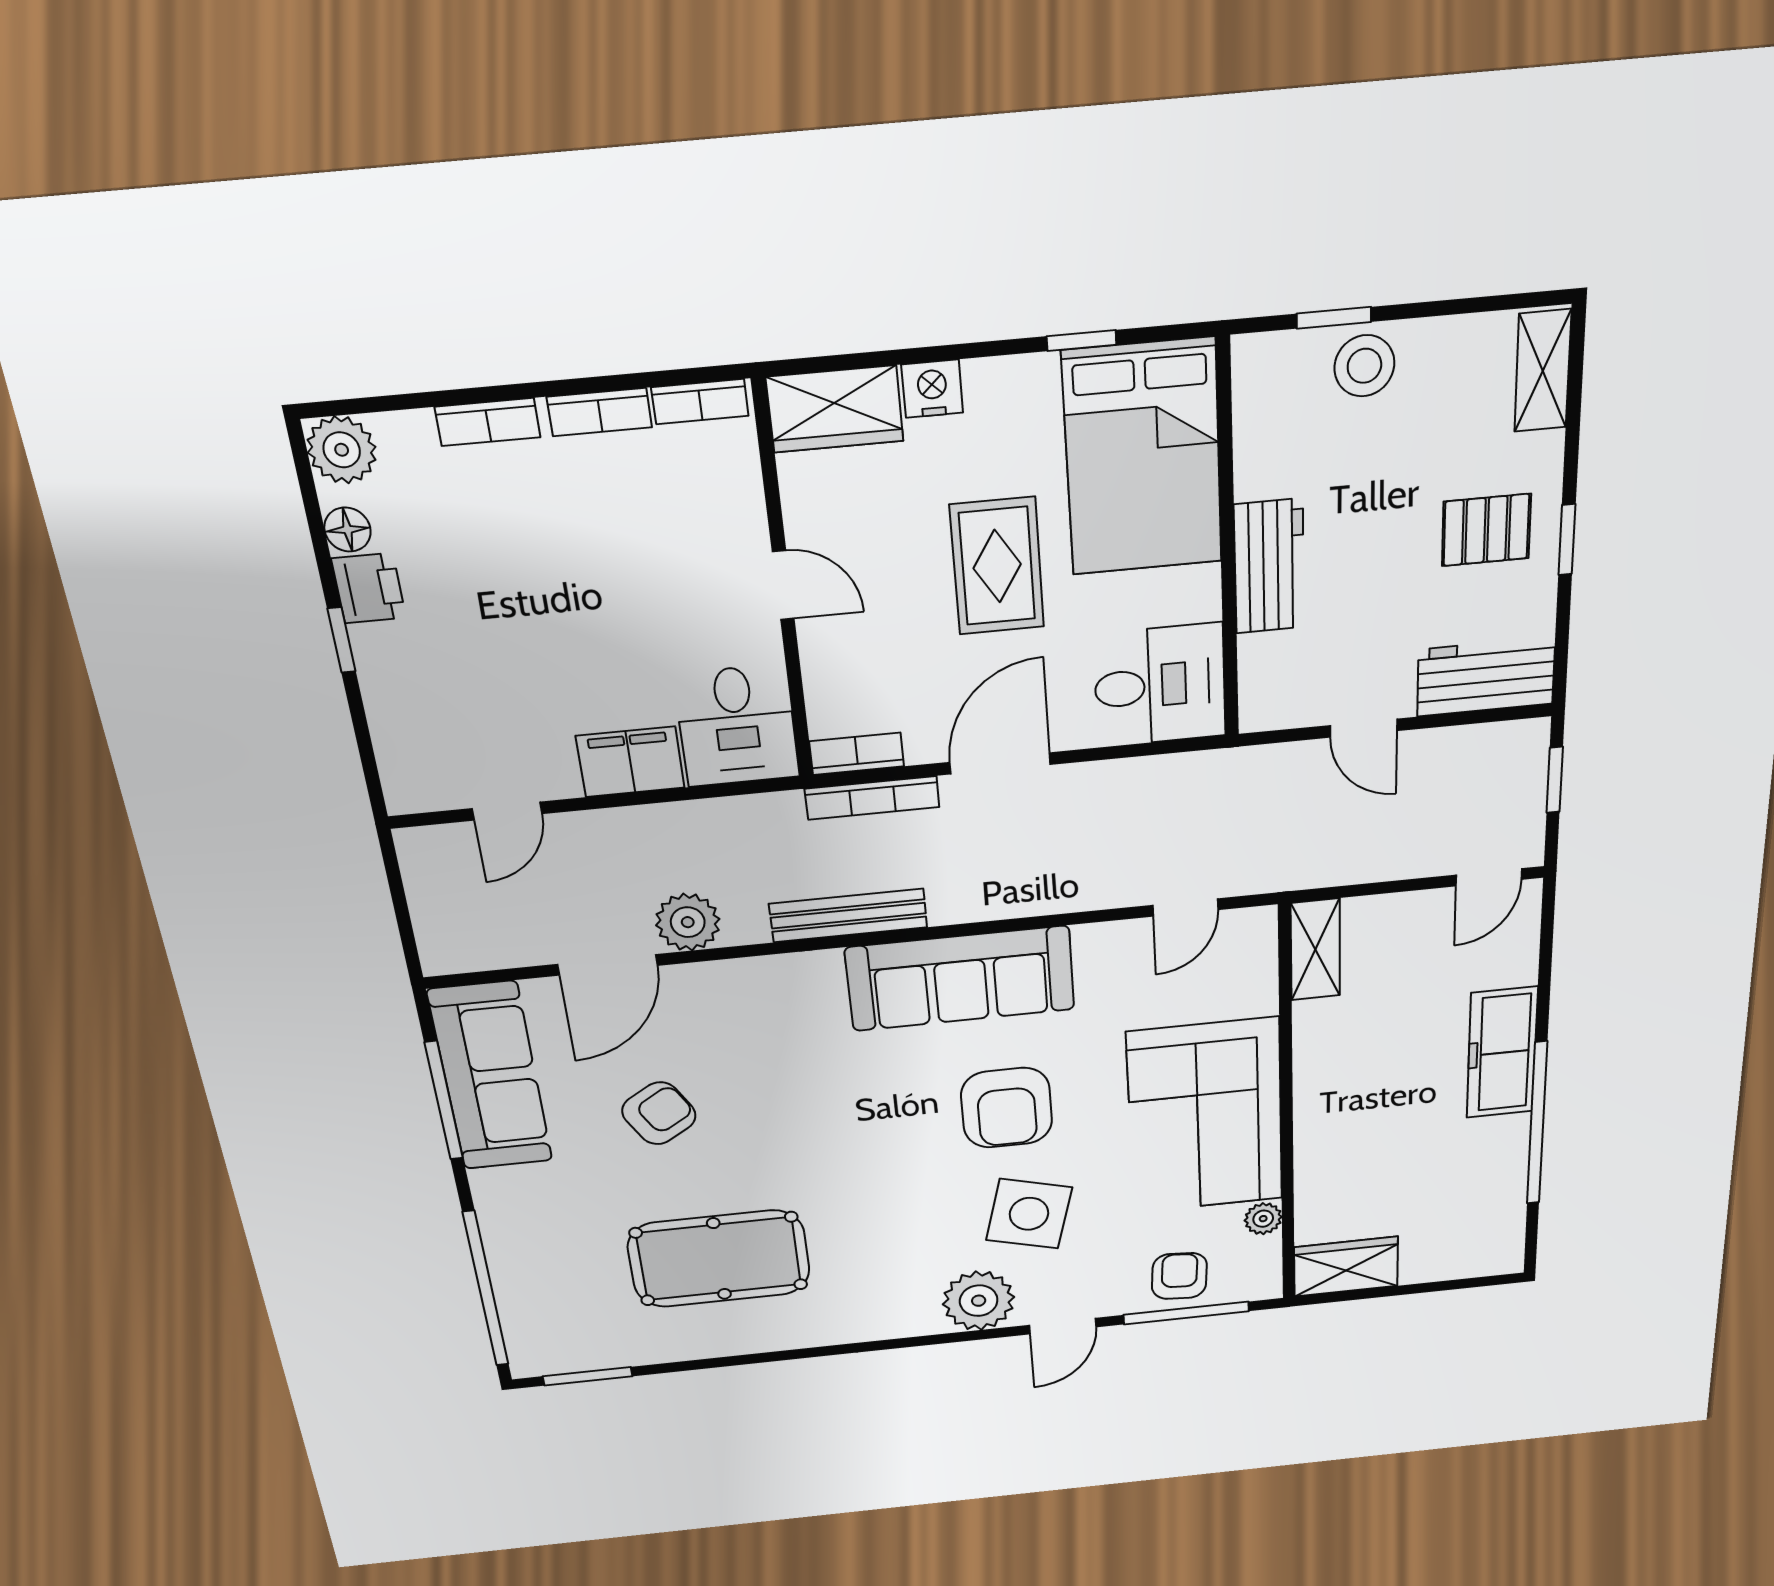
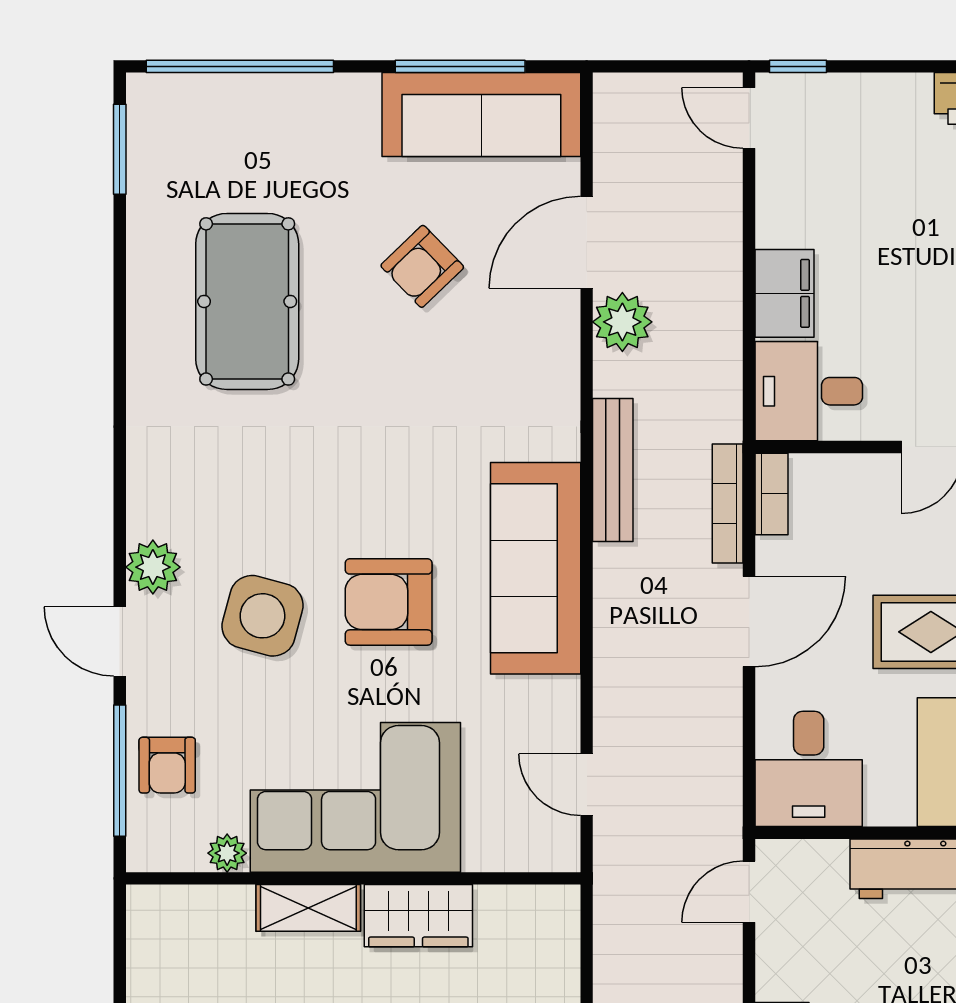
window: (342, 640) -> (798, 66), moved
door: (1364, 728) -> (749, 892), moved
door: (1000, 763) -> (749, 622), hinge flipped
door: (507, 811) -> (749, 118), moved
shelving: (1315, 950) -> (308, 908), moved
door: (607, 965) -> (587, 242), hinge flipped
armchair: (659, 1113) -> (422, 266), turned 77
wardrobe: (1346, 1267) -> (418, 916), moved, turned 90
armchair: (1179, 1276) -> (167, 765), turned 86
plant: (979, 1301) -> (153, 567), width x0.73, depth x0.73

